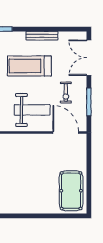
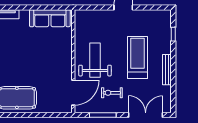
weight bench: (32, 110) -> (95, 60), turned 180

